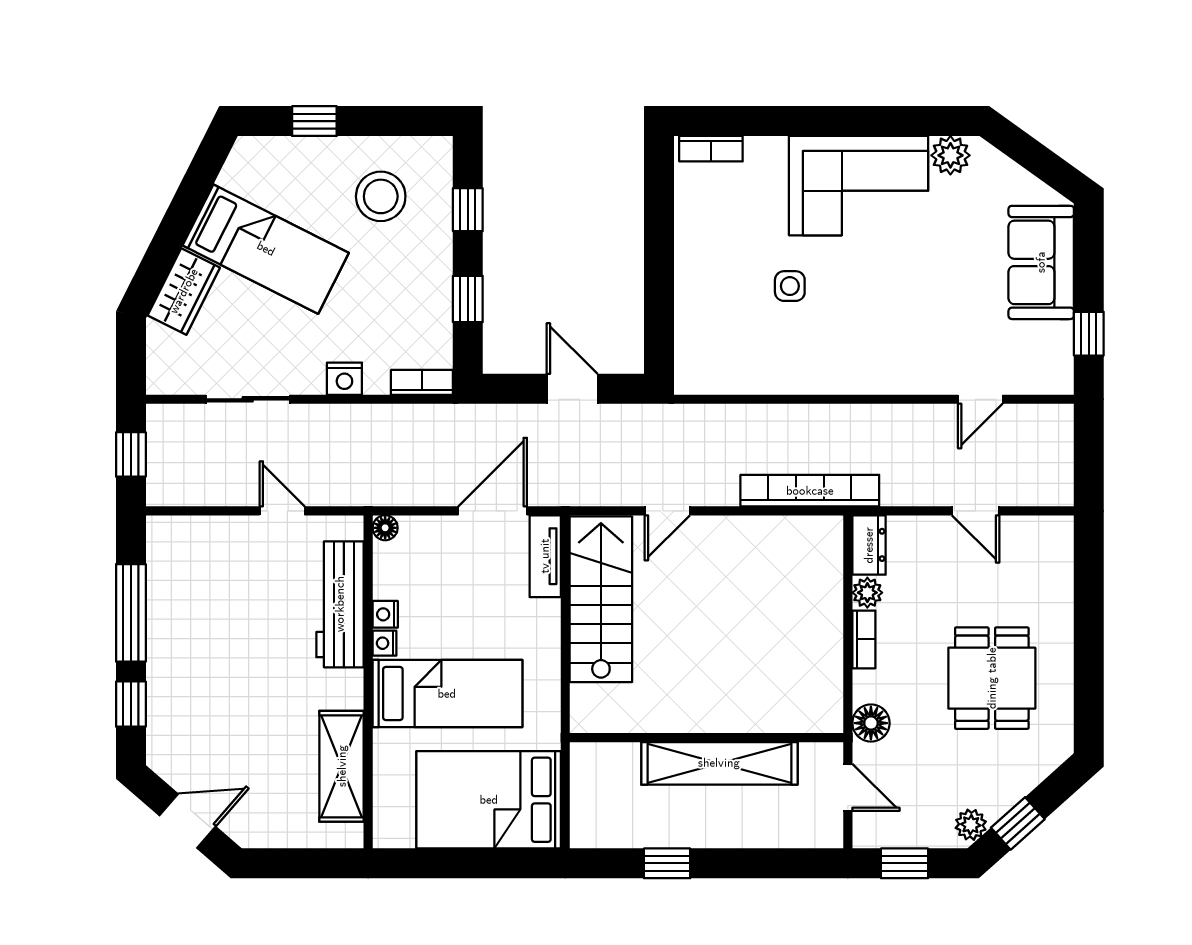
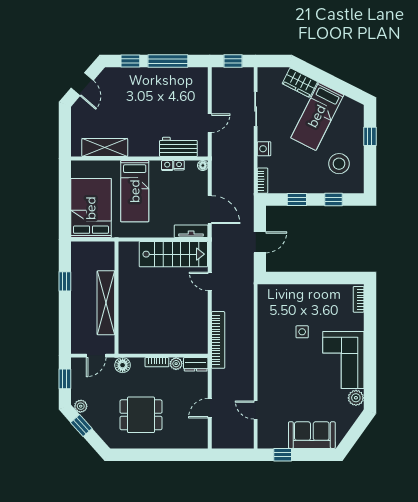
workbench: (340, 604) -> (178, 147), width x0.73
nightstand: (384, 643) -> (179, 165), moved

